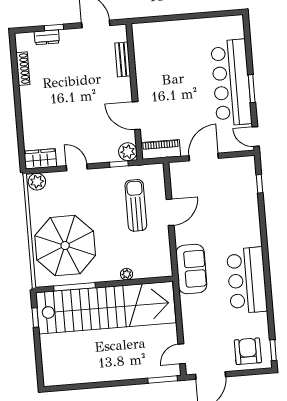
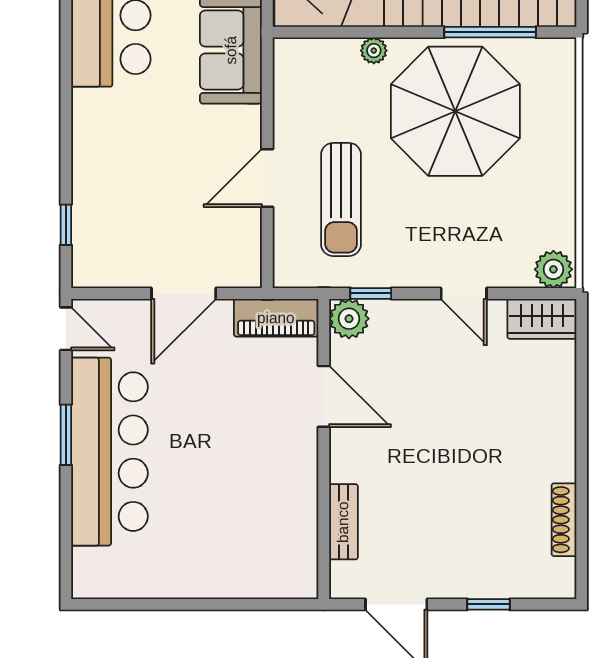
dresser: (47, 37) -> (506, 584), removed
parasol: (65, 246) -> (455, 111), moved

